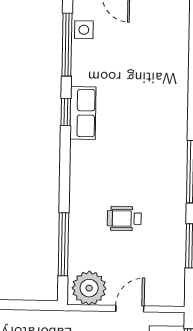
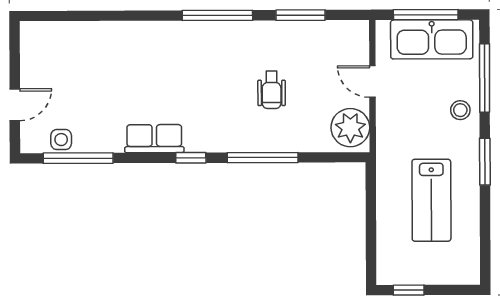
window: (66, 112) -> (191, 158), moved
window: (63, 244) -> (263, 158), moved

